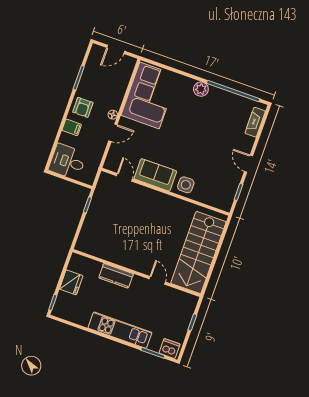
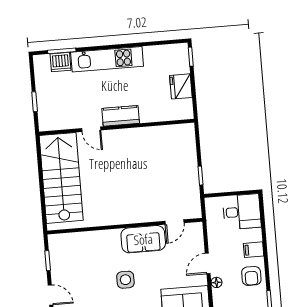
armchair: (83, 107) -> (251, 276), turned 180
door: (124, 177) -> (174, 222), hinge flipped
side table: (186, 185) -> (125, 280), moved
kitchen counter: (116, 276) -> (121, 116), moved
dishwasher: (169, 349) -> (60, 62), moved

